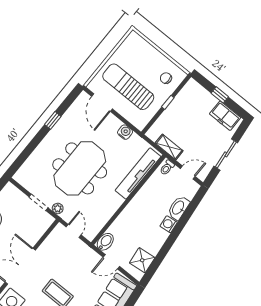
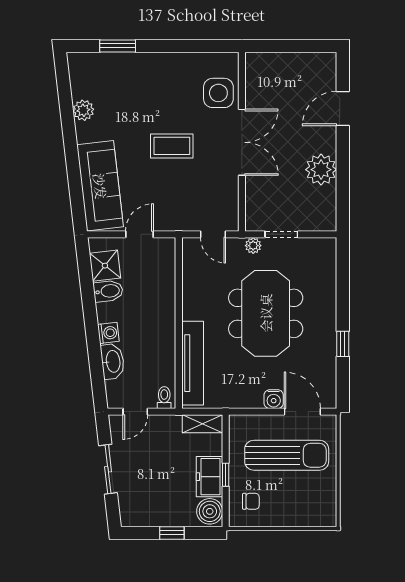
boiler: (191, 90) -> (210, 511), added
freezer: (225, 116) -> (209, 477), moved, turned -90
water cooler: (125, 132) -> (274, 399), moved
shelving: (169, 147) -> (203, 424), moved
bidet: (105, 242) -> (108, 291), moved, turned -97

